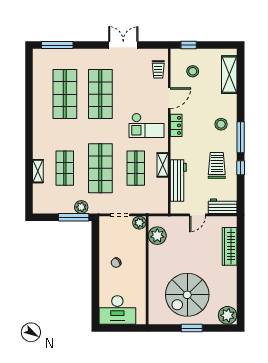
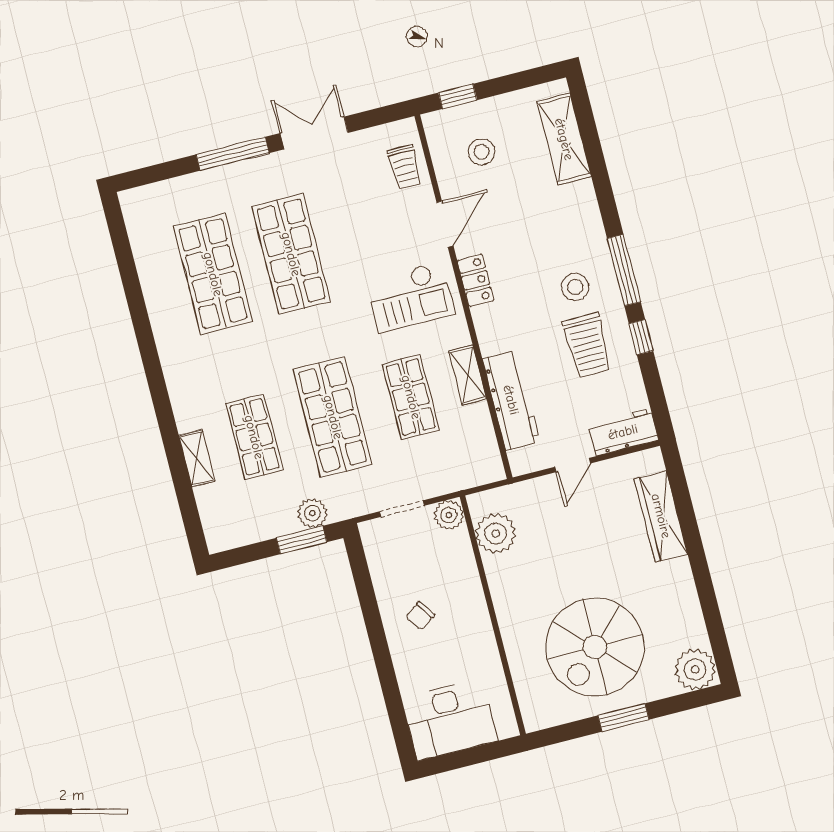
window: (57, 45) -> (233, 154), moved
stool: (221, 124) -> (575, 287), moved
trolley: (217, 165) -> (587, 345), turned 180
window: (74, 217) -> (302, 540), width x0.69

